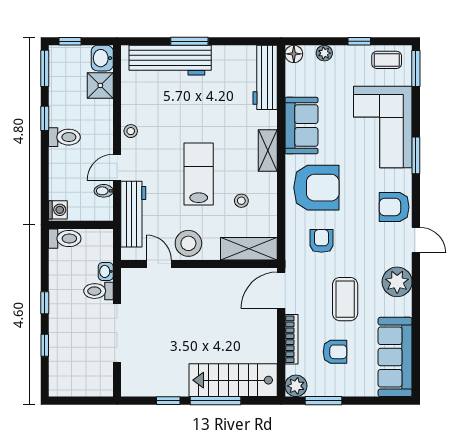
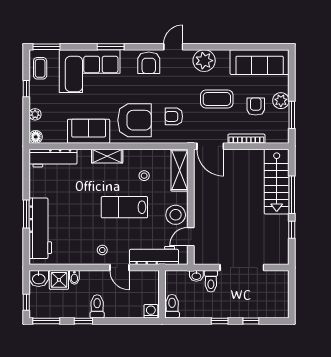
stool: (131, 131) -> (102, 250), moved
armchair: (316, 188) -> (134, 120), turned 90
bidet: (104, 191) -> (74, 277), moved
plant: (296, 386) -> (281, 101), moved

